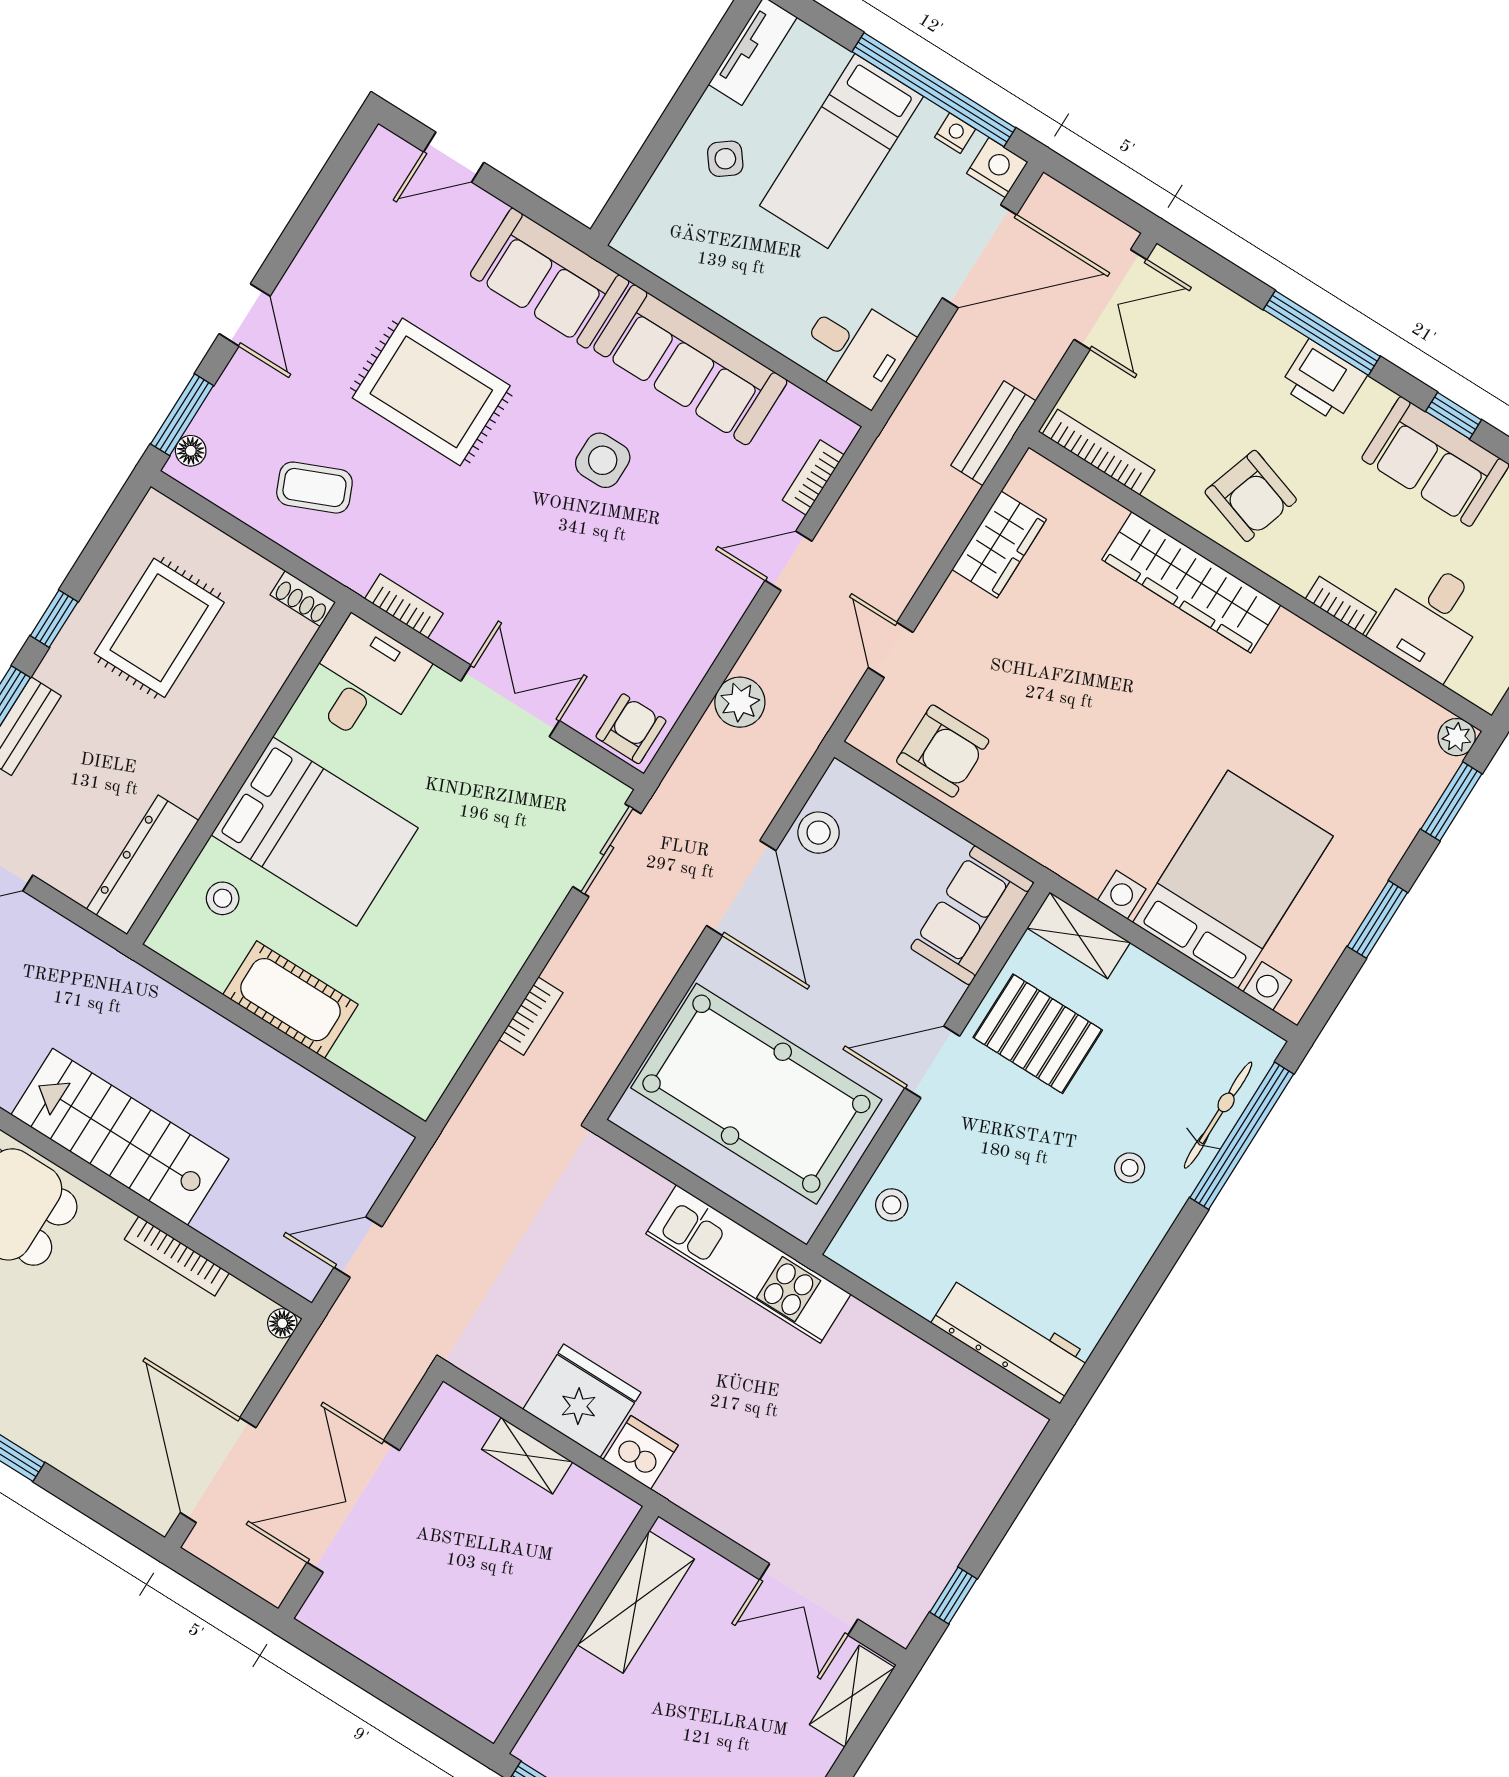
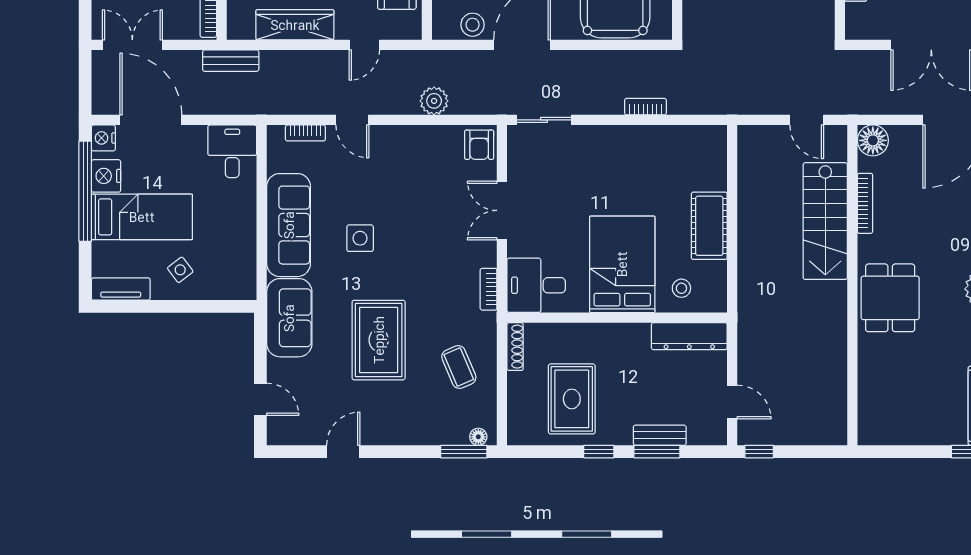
nightstand: (955, 133) -> (106, 176), width x1.89, depth x1.79
door: (245, 315) -> (343, 452), moved
wardrobe: (999, 544) -> (295, 25), width x1.50
shoe rack: (303, 599) -> (515, 347), width x1.43
rug: (159, 628) -> (572, 399), turned 90
armchair: (631, 729) -> (479, 145), turned -90
stairs: (120, 1137) -> (825, 221), moved
floor lamp: (282, 1323) -> (873, 140), width x1.89, depth x1.89

